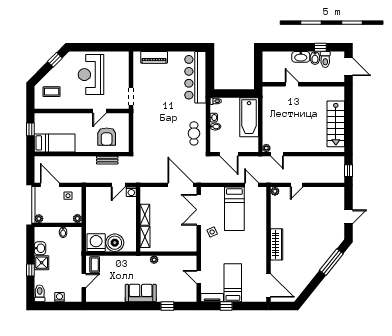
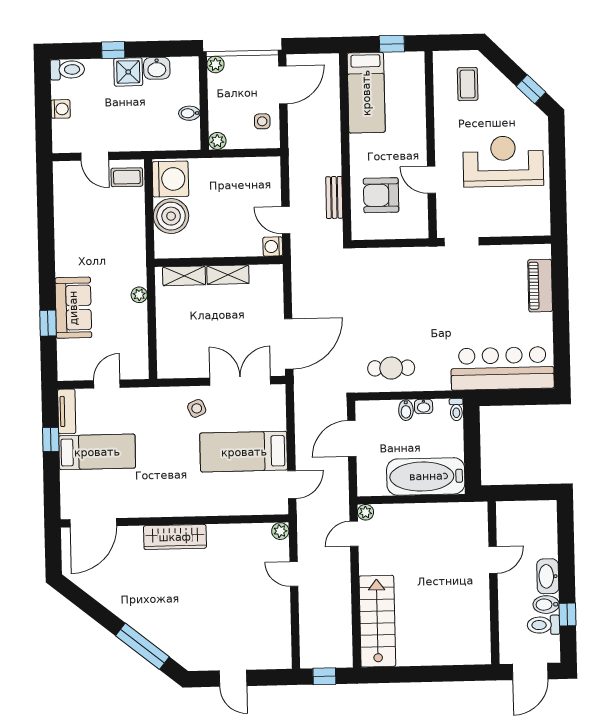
stairs: (336, 124) -> (377, 621), moved, turned 90
sofa: (141, 293) -> (73, 308), moved

